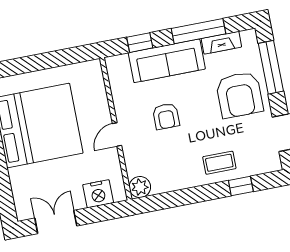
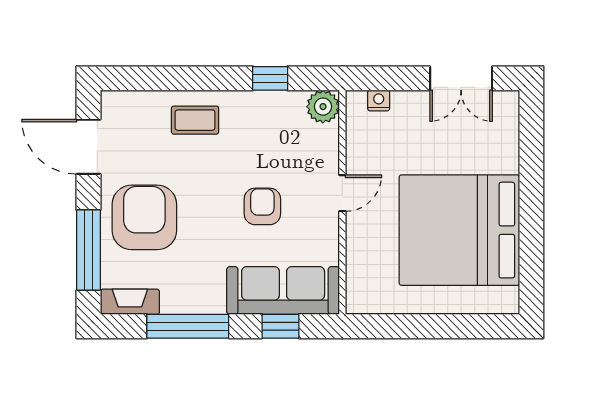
fireplace: (221, 43) -> (130, 302), moved
sofa: (167, 61) -> (283, 291), moved
window: (241, 186) -> (270, 78), moved
nightstand: (98, 194) -> (379, 100), width x0.53, depth x0.56

